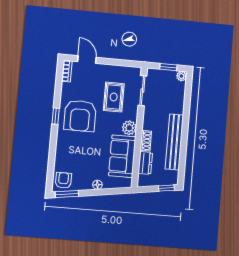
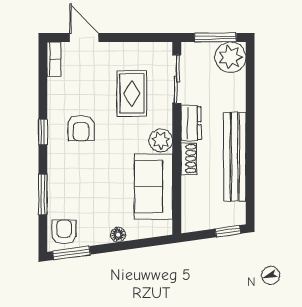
window: (168, 67) -> (215, 38), width x1.50
plant: (181, 76) -> (230, 57), width x1.87, depth x1.87
armchair: (80, 116) -> (81, 128), width x0.53, depth x0.53
window: (52, 155) -> (43, 194), added
dresser: (145, 163) -> (191, 123), moved

